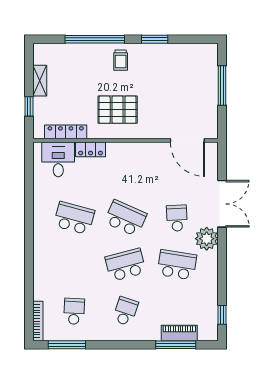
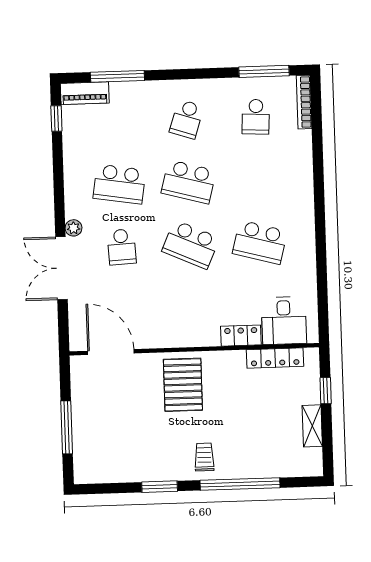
pallet: (118, 110) -> (183, 385), moved, turned 90
plant: (207, 239) -> (74, 228), width x0.53, depth x0.53
school desk: (125, 265) -> (189, 182), turned 30
piano: (179, 333) -> (85, 93), moved

